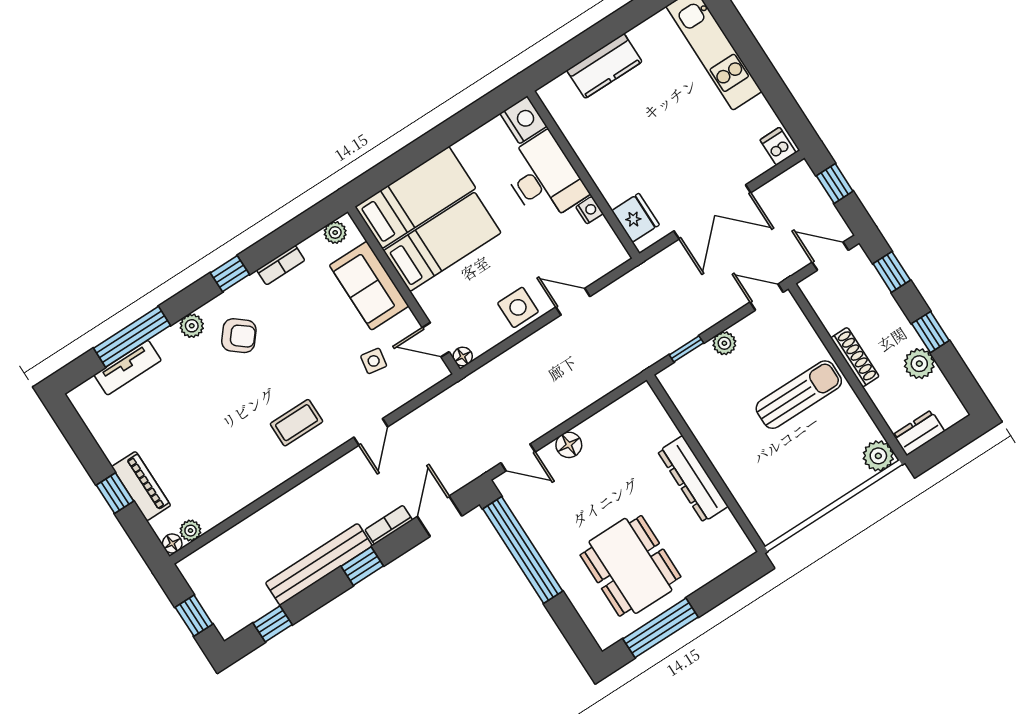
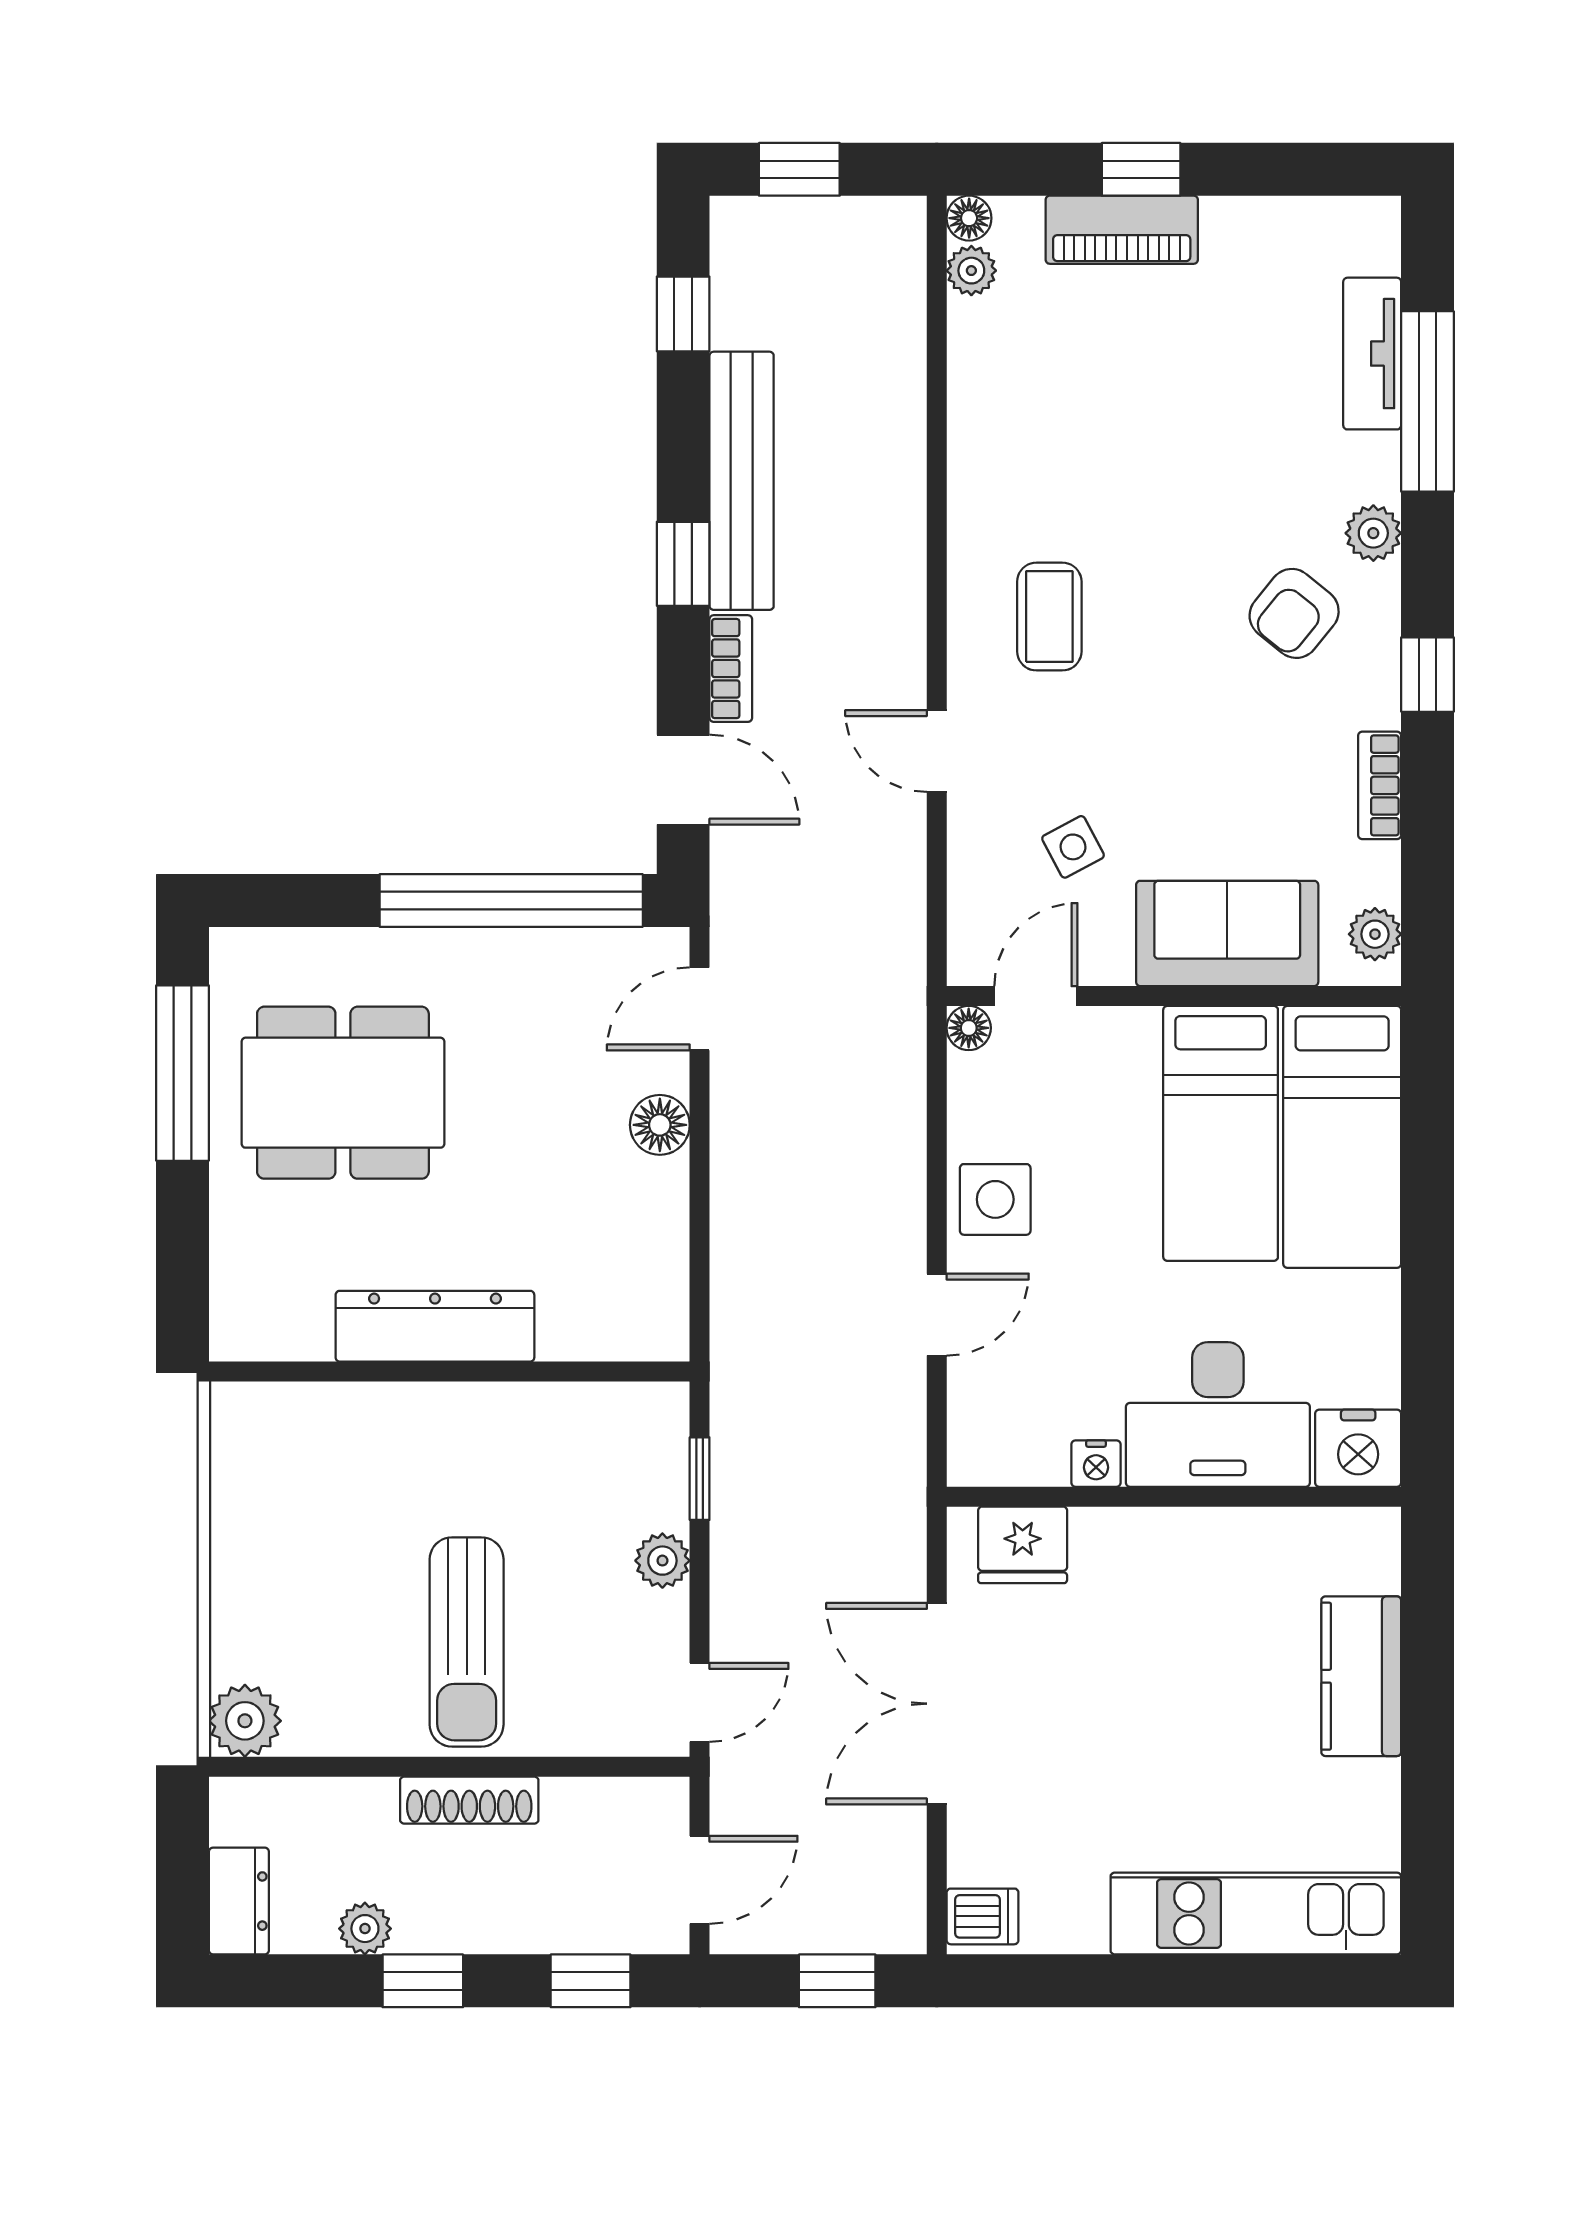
side table: (374, 361) -> (1073, 847), turned -38
plant: (919, 364) -> (365, 1929), width x0.73, depth x0.73
dresser: (919, 433) -> (239, 1901), moved

